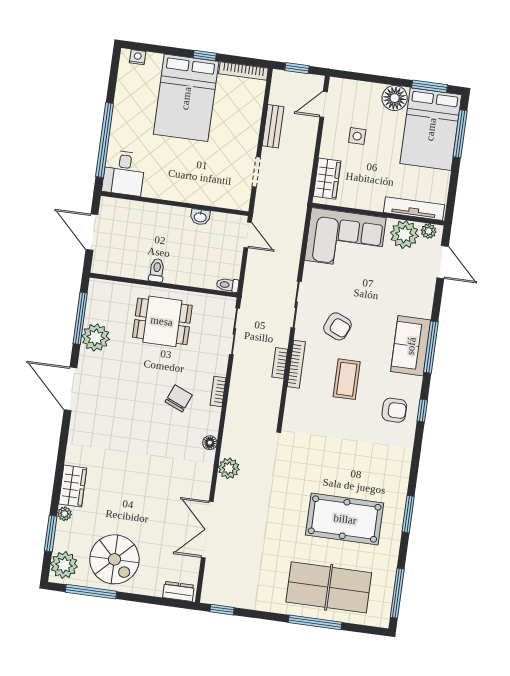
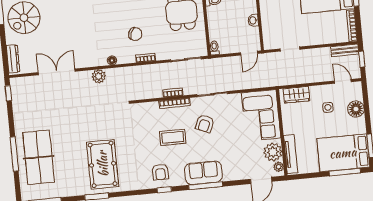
floor lamp: (395, 98) -> (356, 109), moved
bench: (273, 126) -> (345, 50), moved
pool table: (345, 519) -> (103, 164), moved
dresser: (178, 591) -> (13, 59), width x1.44

